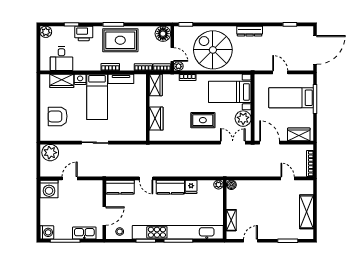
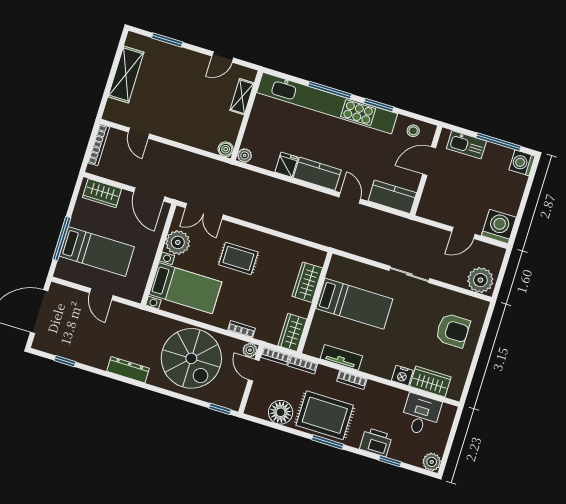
floor lamp: (163, 34) -> (281, 412), moved
bed: (97, 97) -> (354, 304), moved, turned 90

